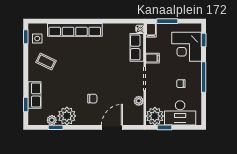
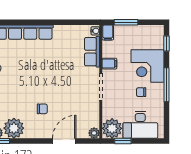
corner desk: (187, 47) -> (148, 66), moved
plant: (139, 101) -> (94, 133), moved

